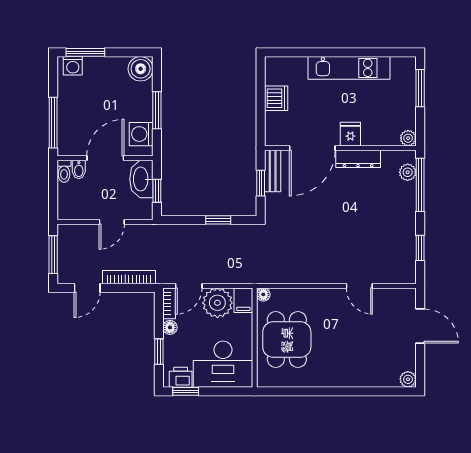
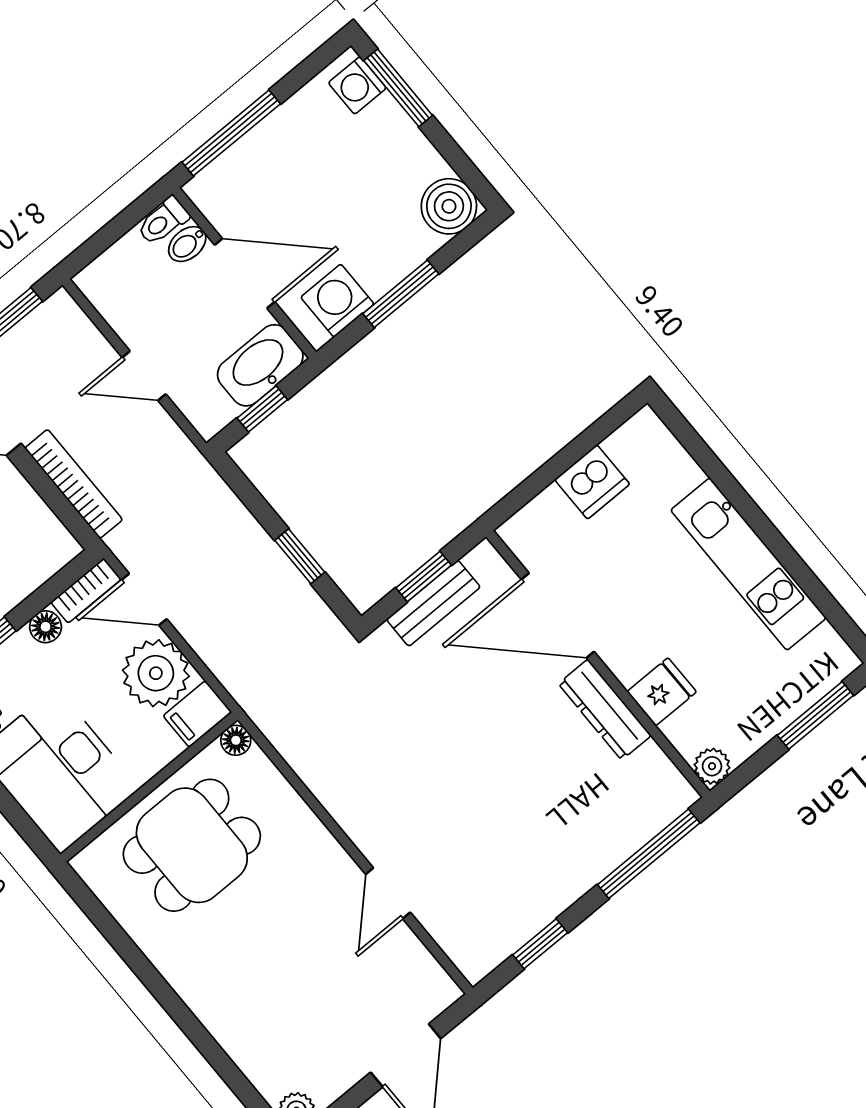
fridge: (350, 134) -> (662, 692), moved
bench: (273, 171) -> (433, 603), moved
plant: (408, 172) -> (653, 814), removed

